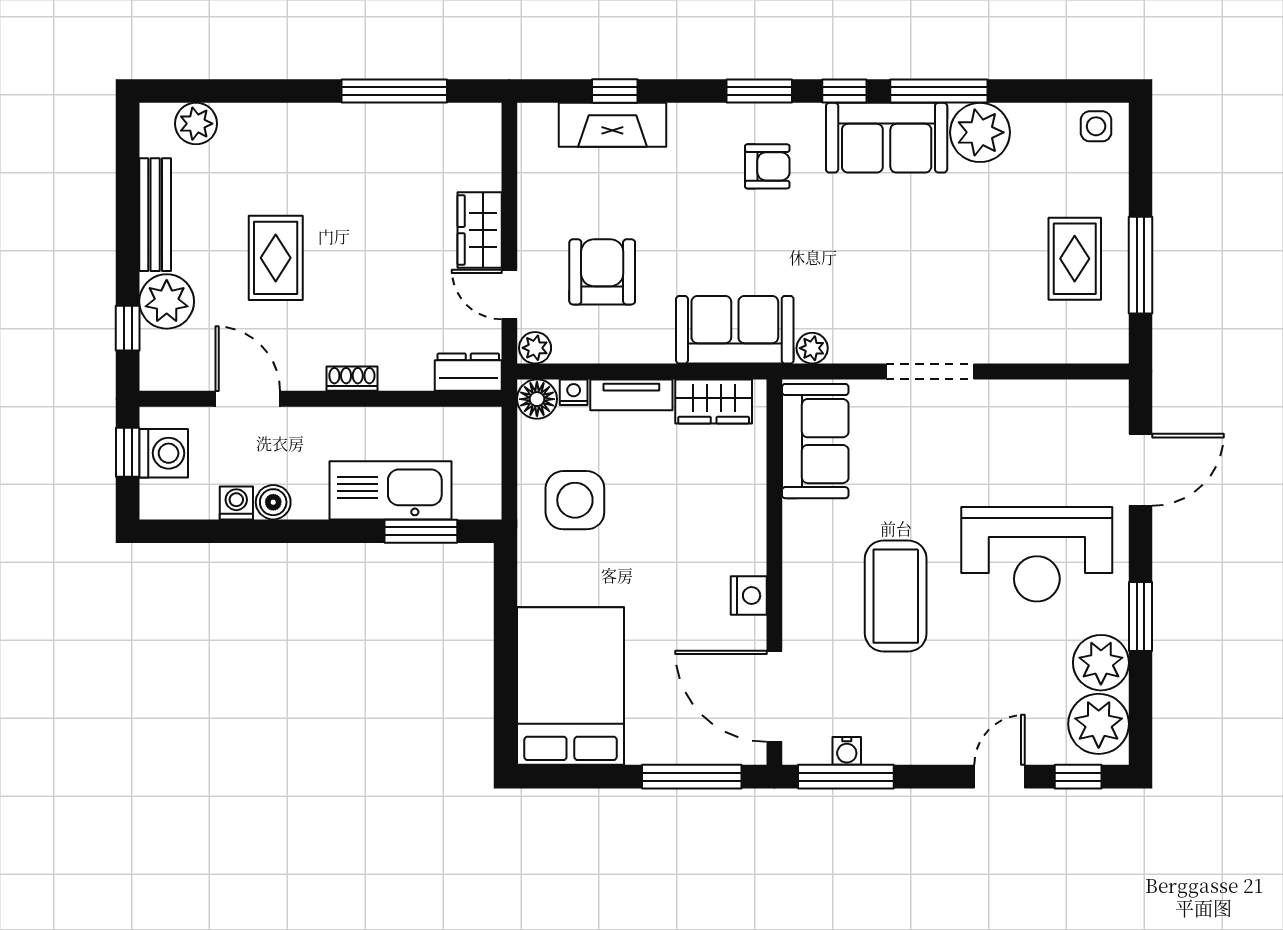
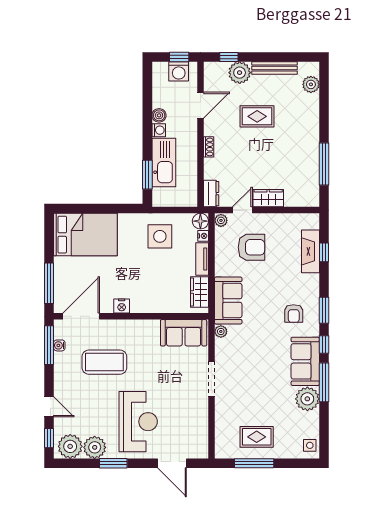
washing machine: (236, 503) -> (159, 130), moved
reception desk: (1037, 554) -> (138, 422), turned 180
coffee table: (896, 596) -> (104, 362), moved

